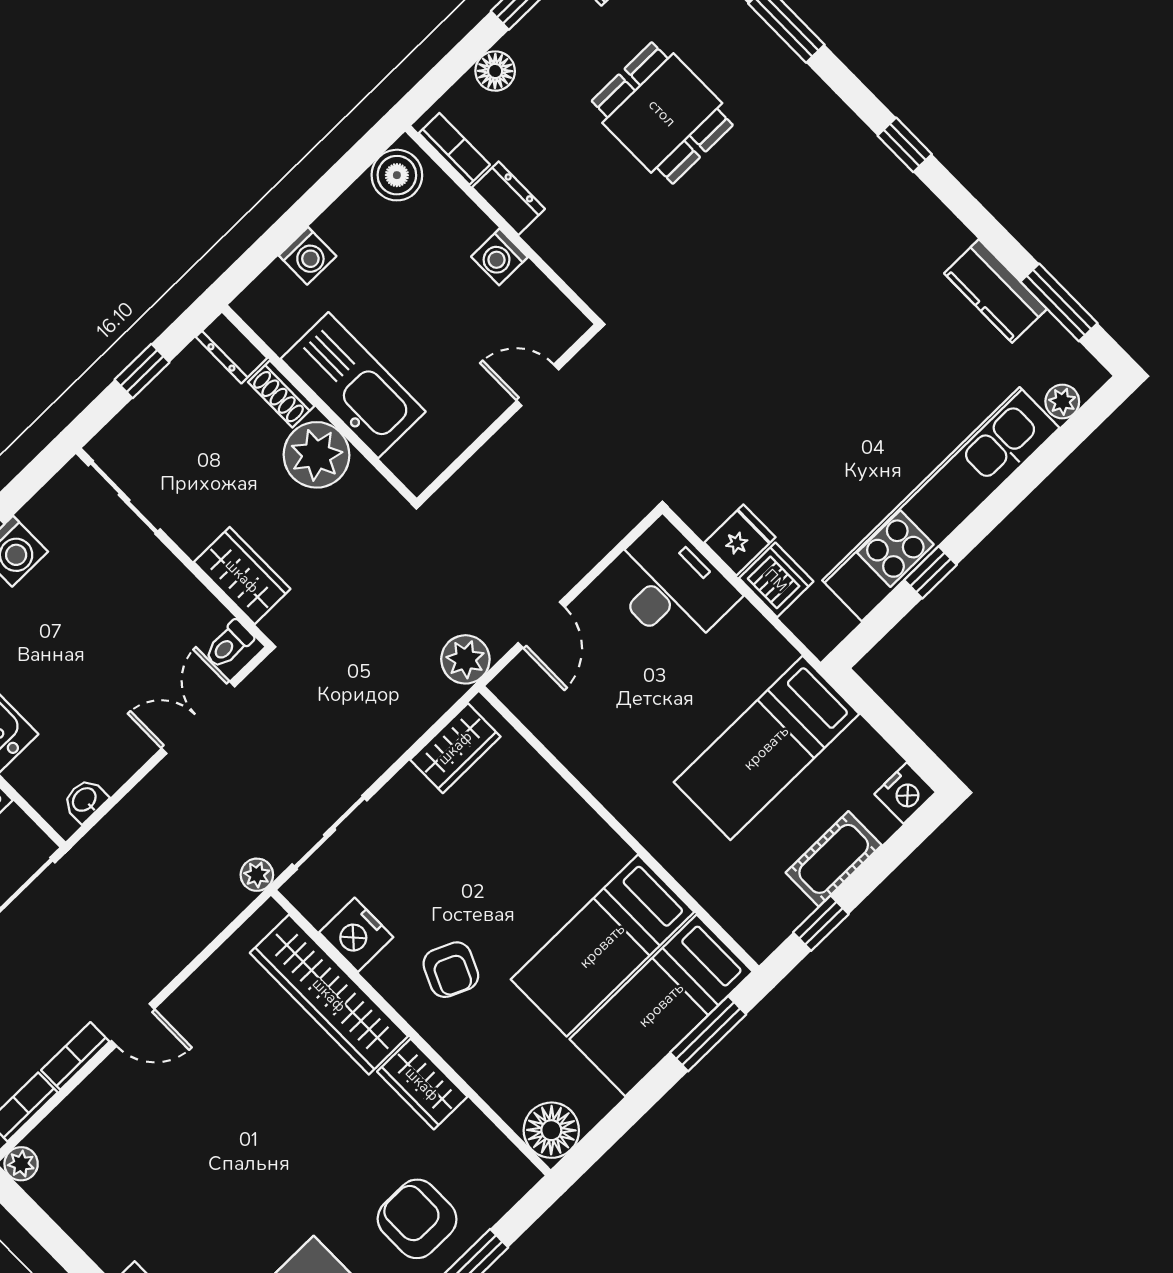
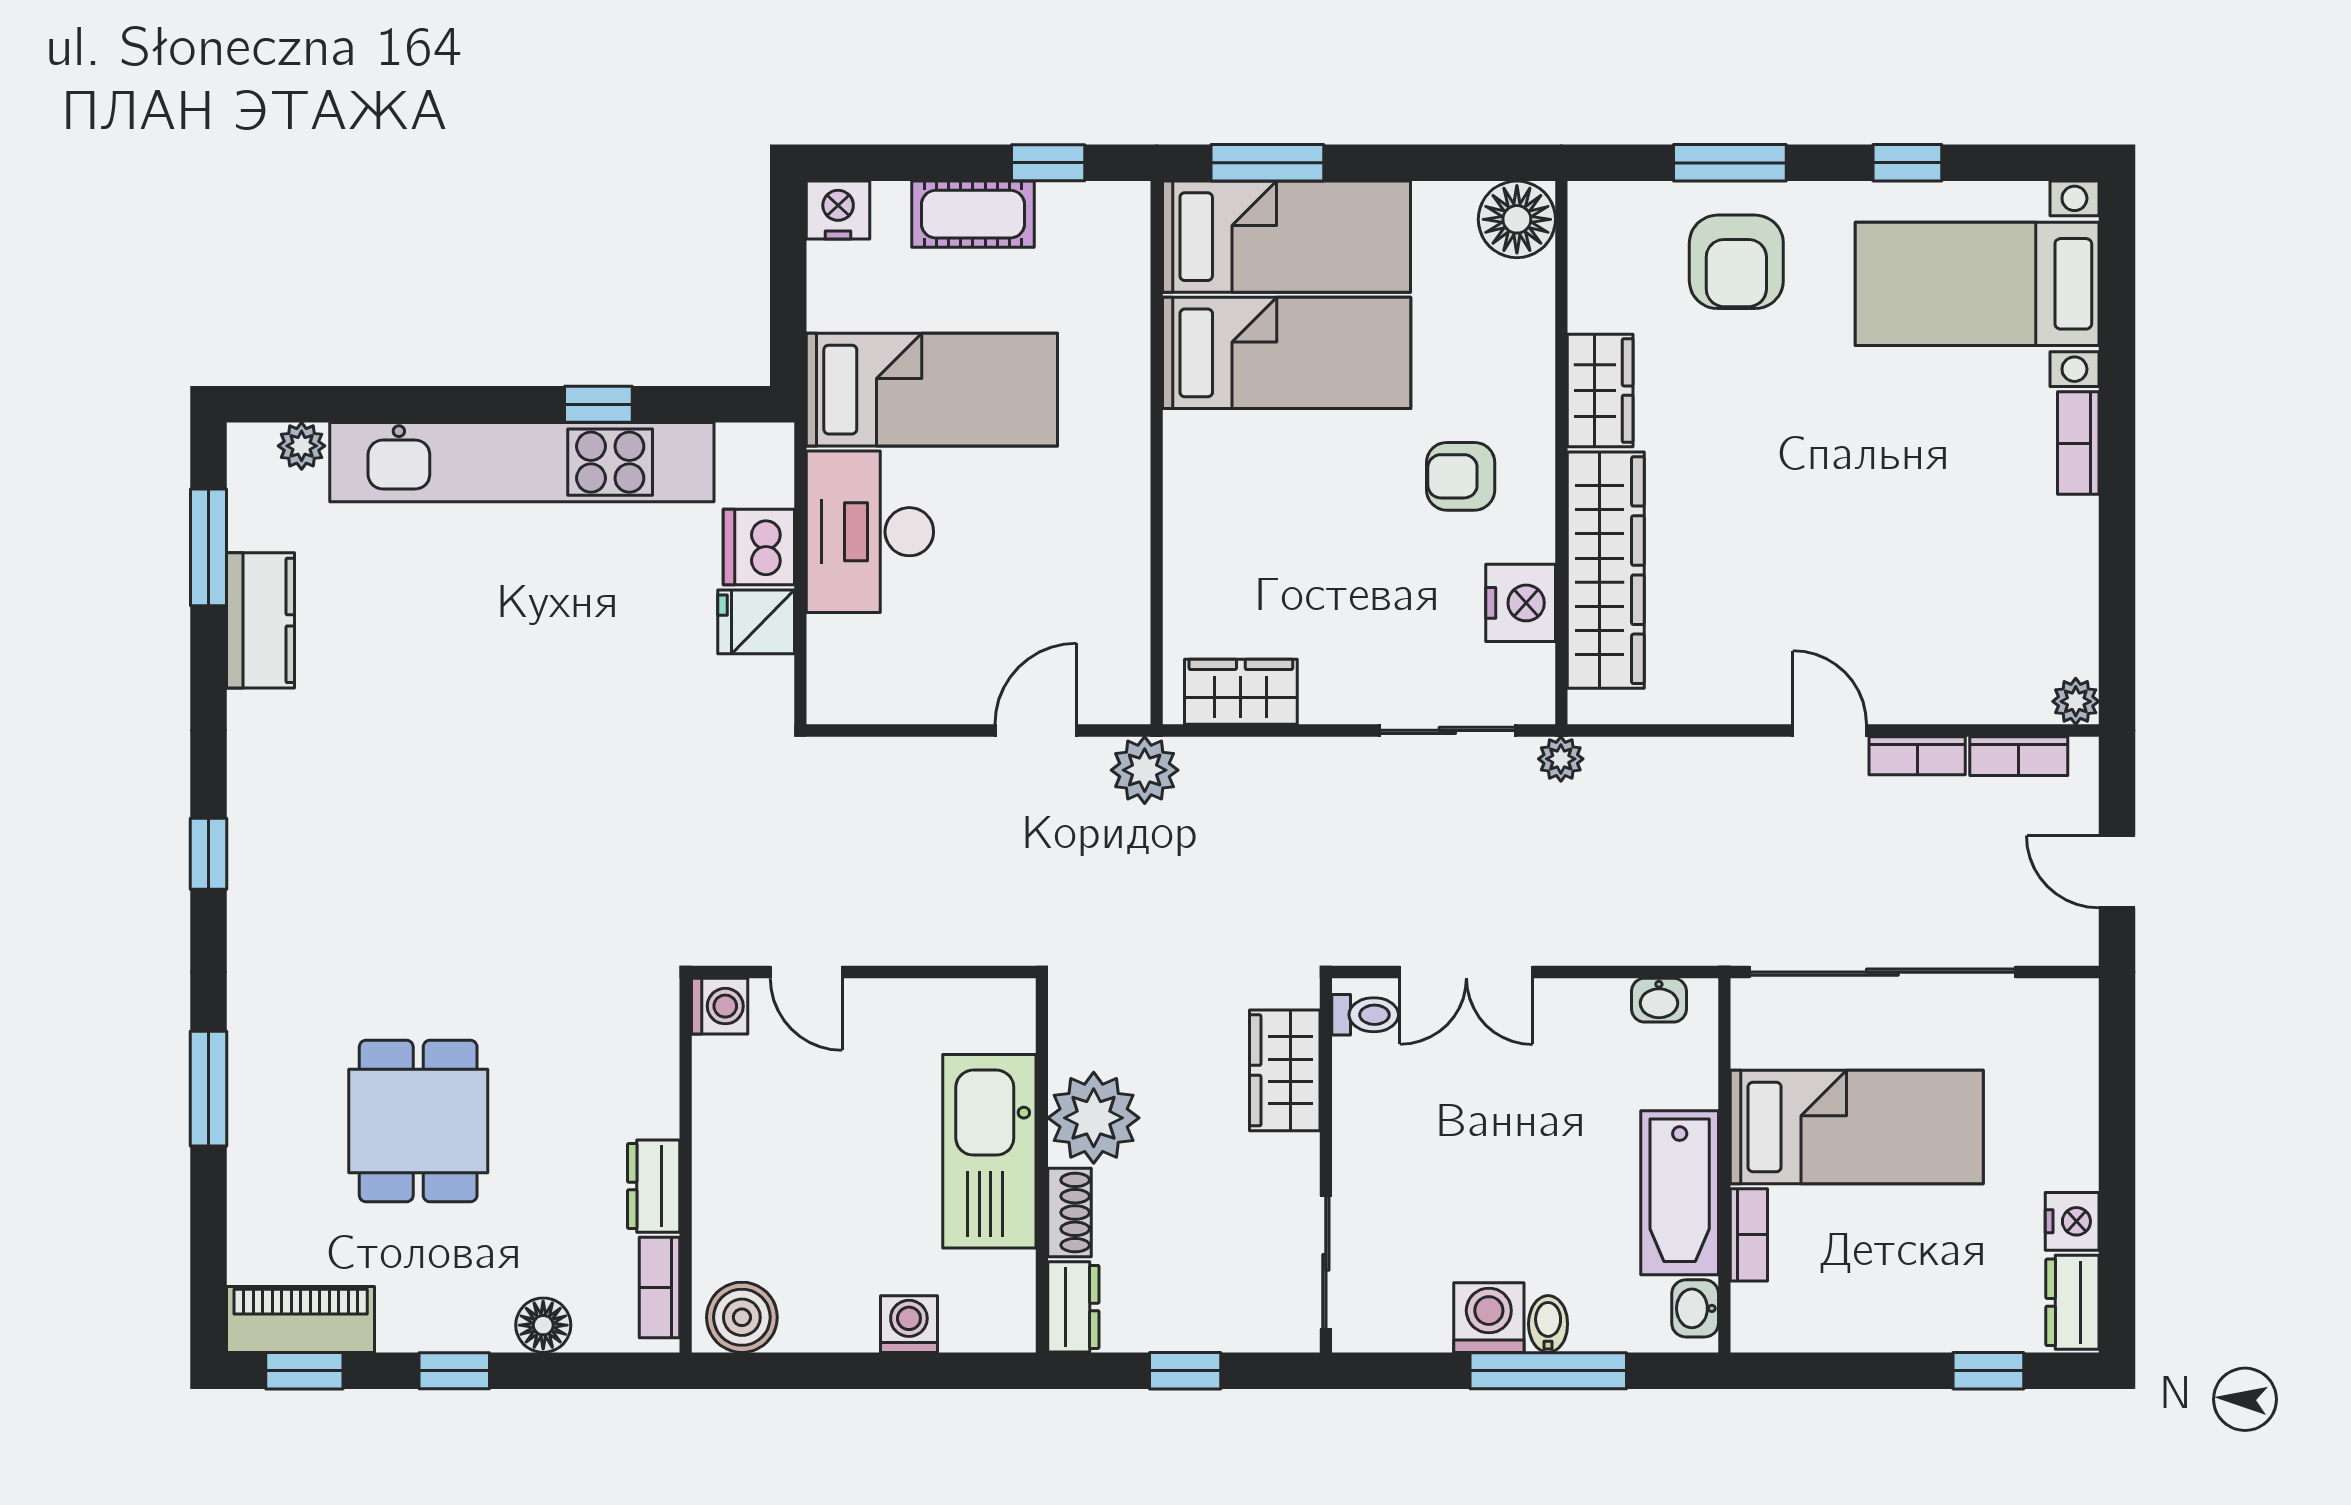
washing machine: (499, 257) -> (720, 1006), moved
desk: (670, 586) -> (870, 532), moved
armchair: (451, 970) -> (1461, 476), turned -114

